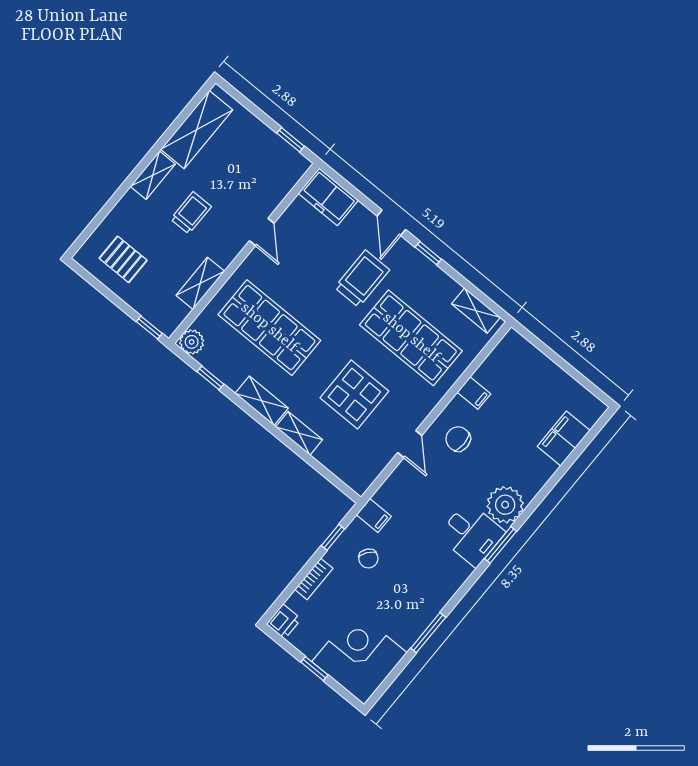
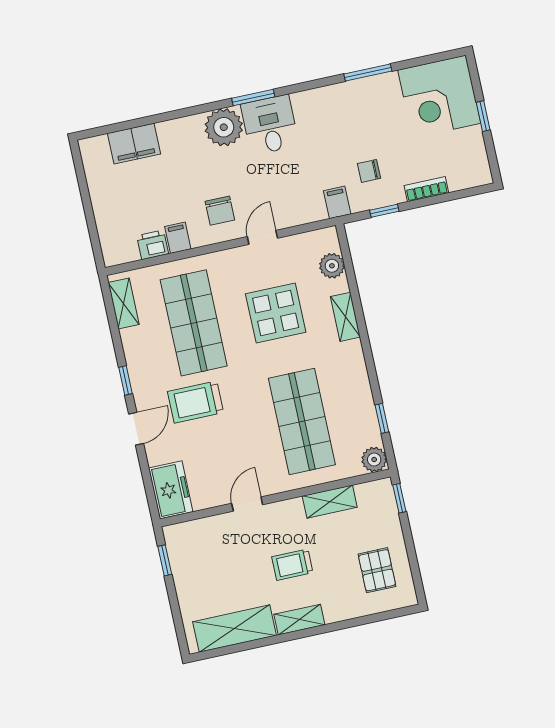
shelving: (262, 401) -> (355, 367), removed
plant: (340, 464) -> (332, 266), added
chair: (368, 558) -> (369, 171), turned -126
printer: (284, 622) -> (153, 245), moved

